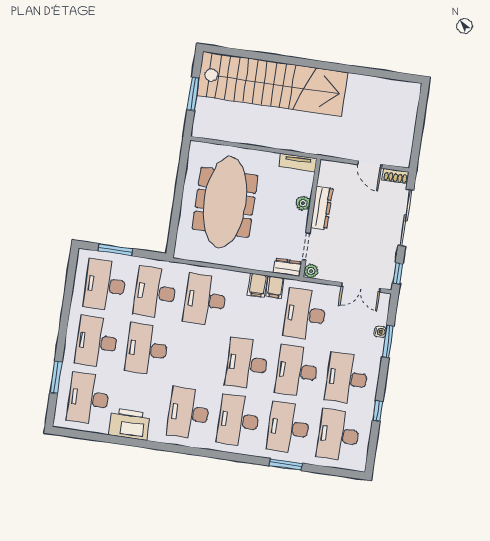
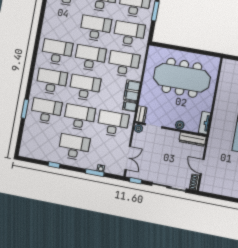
door: (370, 164) -> (202, 167), hinge flipped
dresser: (322, 207) -> (192, 139), moved
filing cabinet: (257, 285) -> (132, 91), width x2.00
double door: (361, 287) -> (128, 158), swing flipped
printer: (129, 424) -> (52, 17), removed
desk: (338, 435) -> (90, 58), moved

